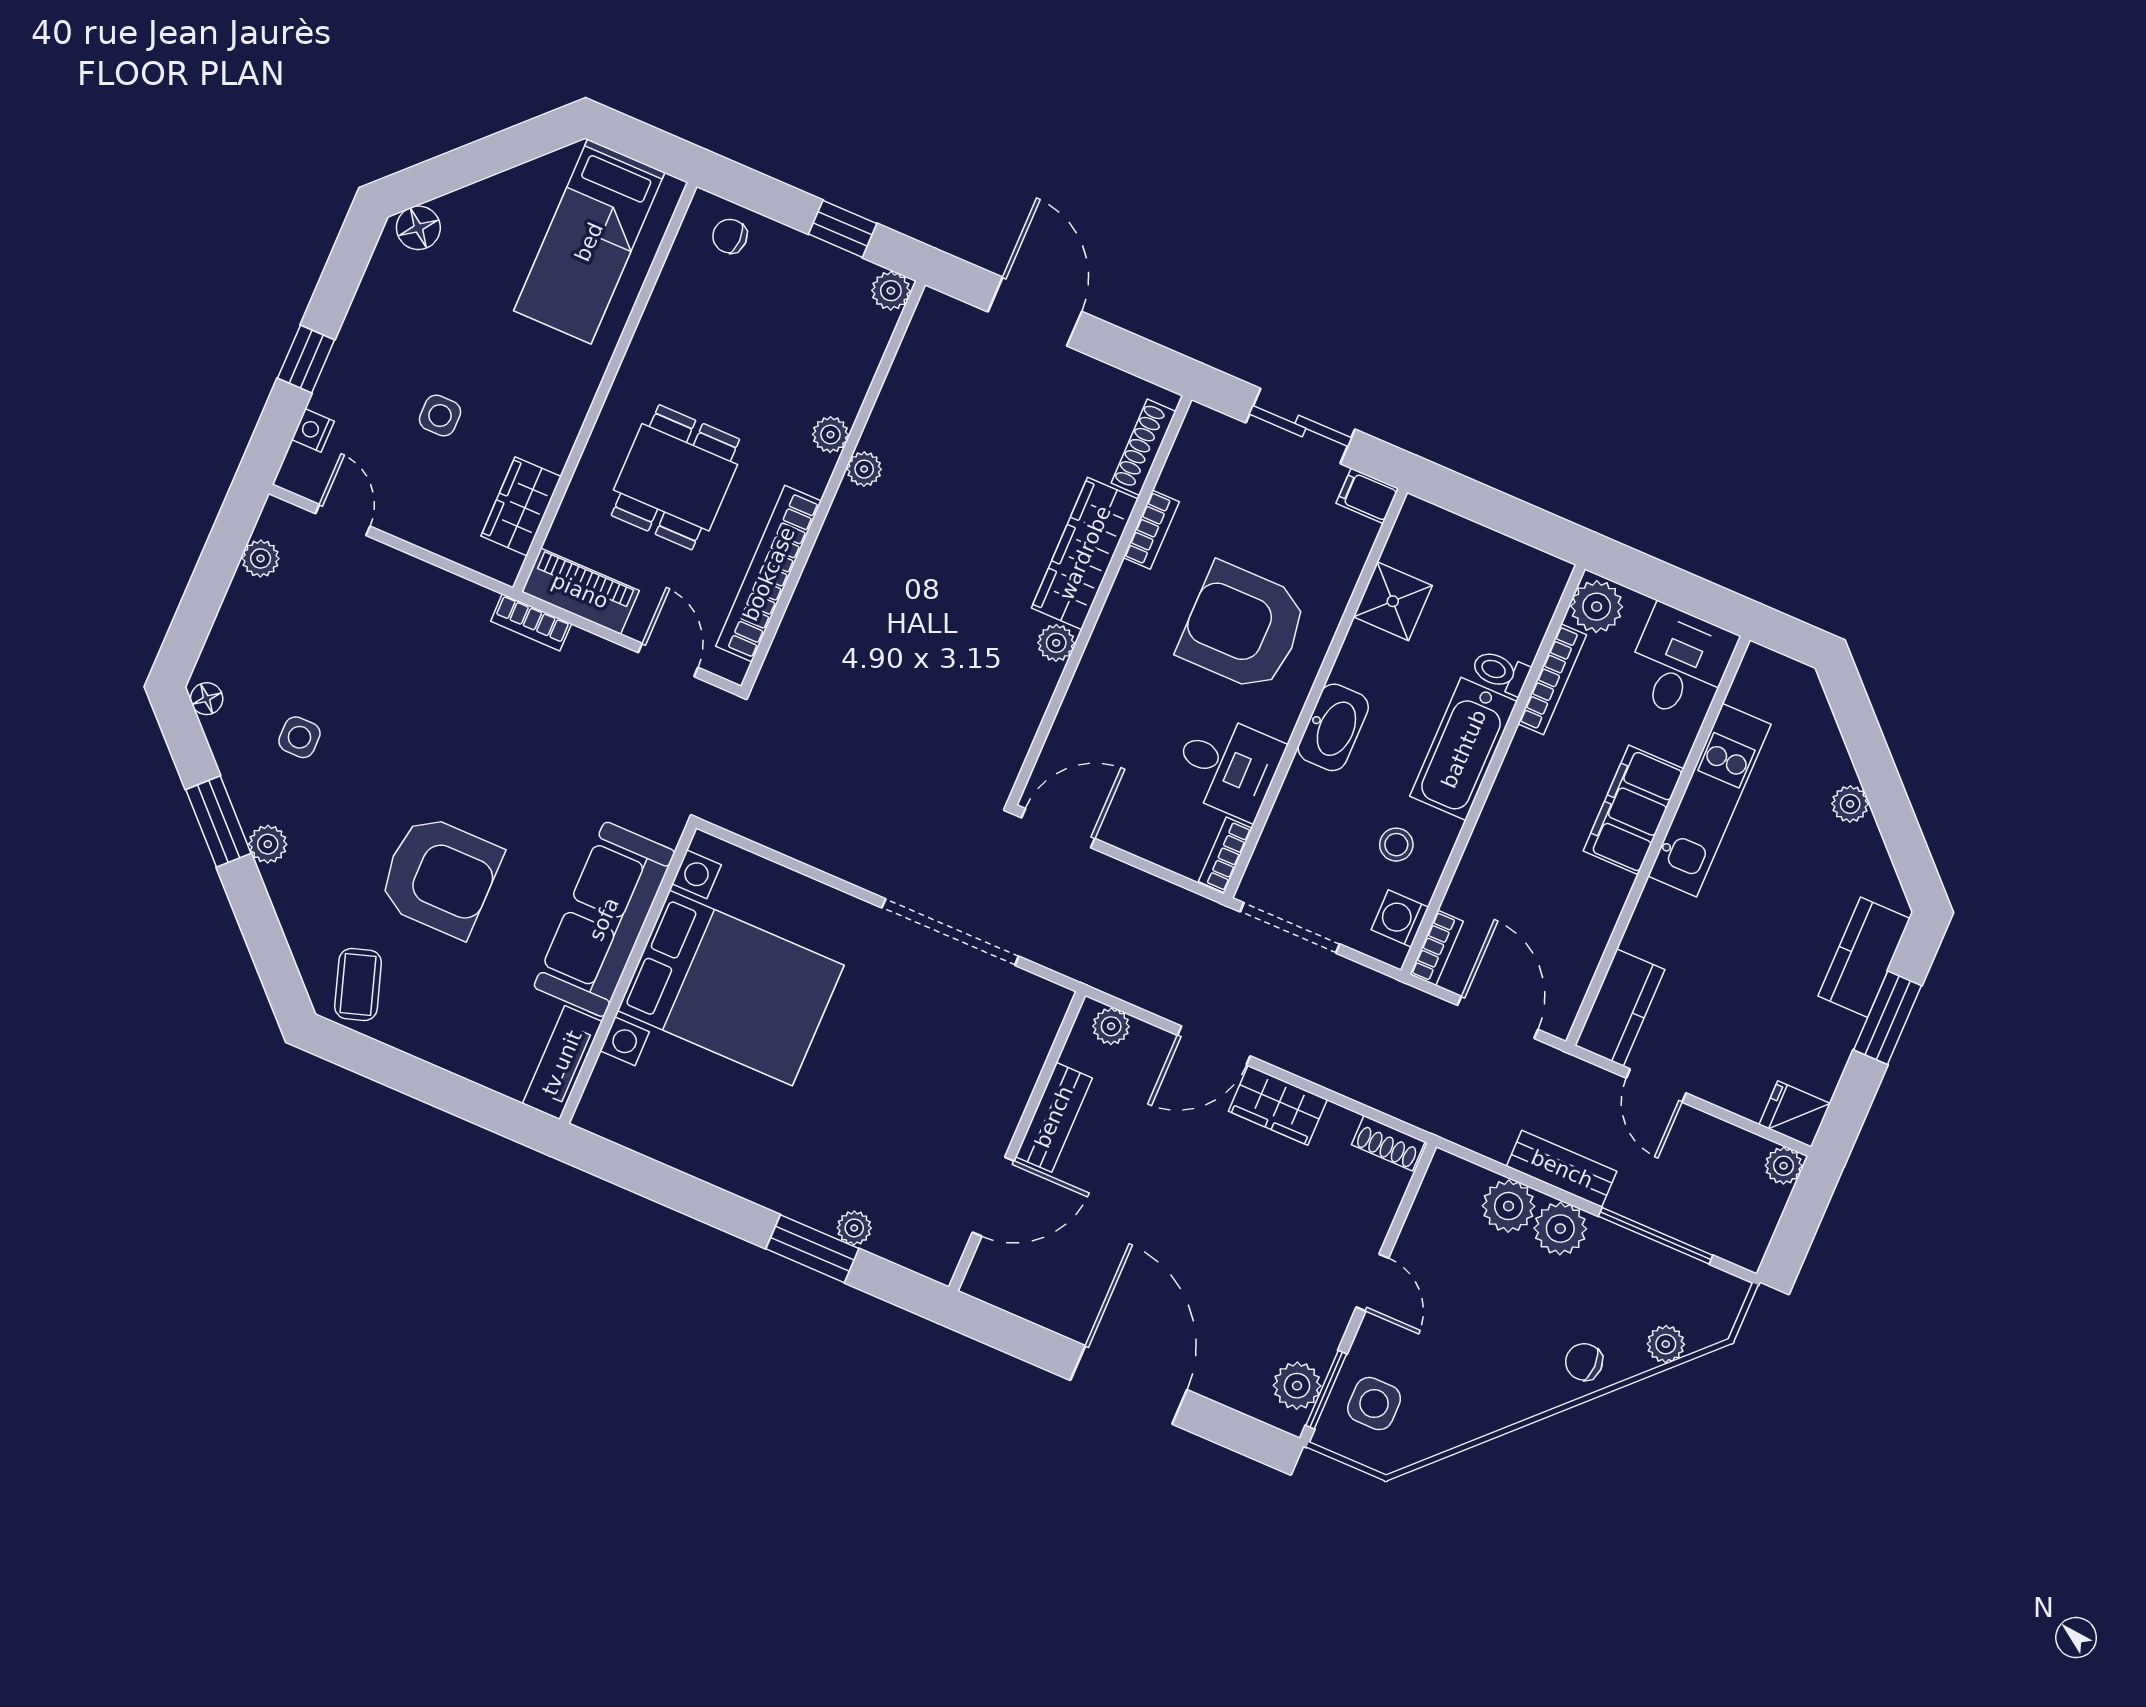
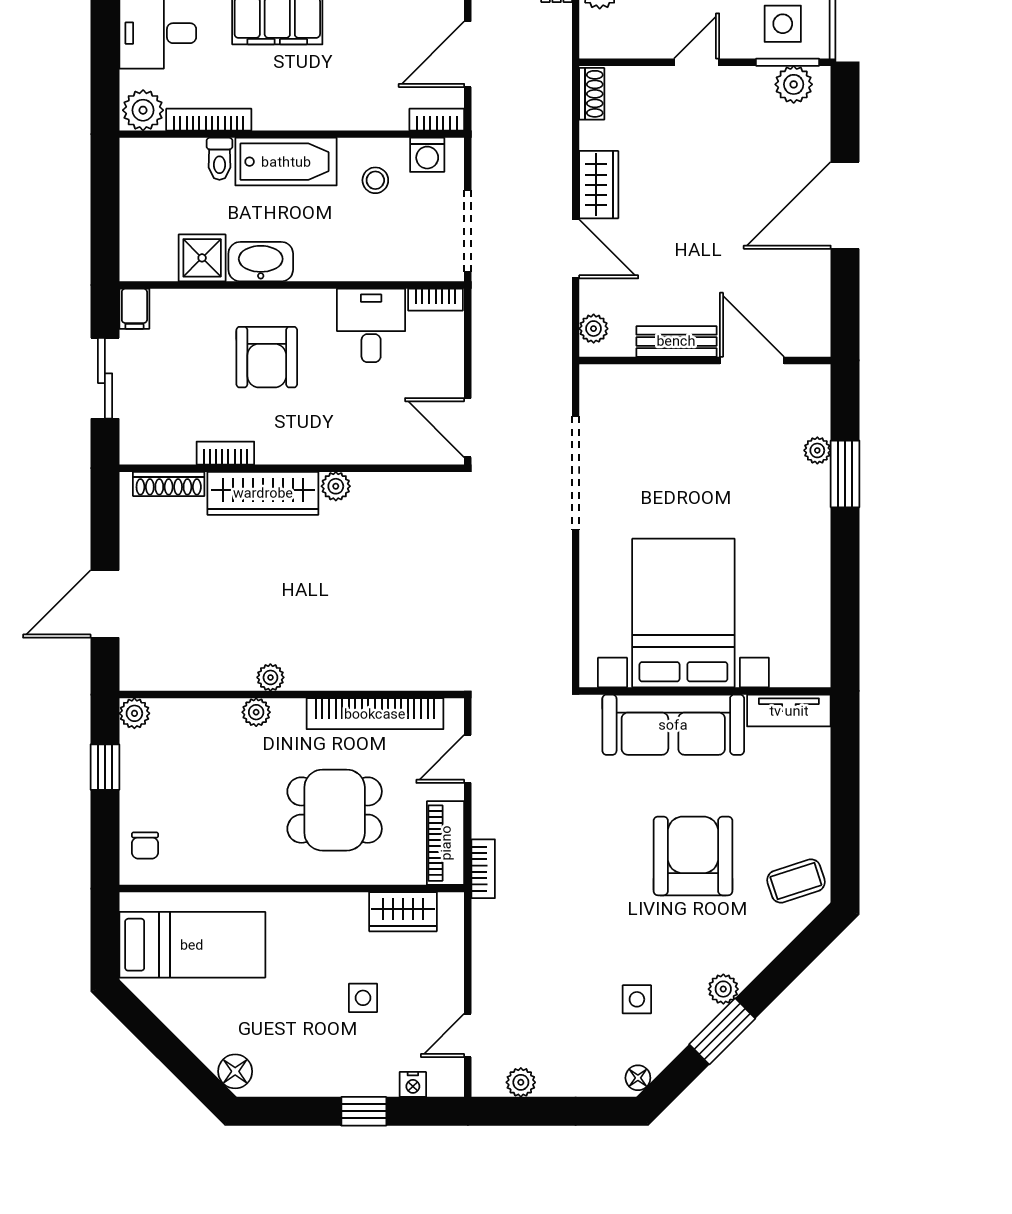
armchair: (1243, 627) -> (267, 357), width x0.73, depth x0.73
washbasin: (1333, 727) -> (261, 262), moved

